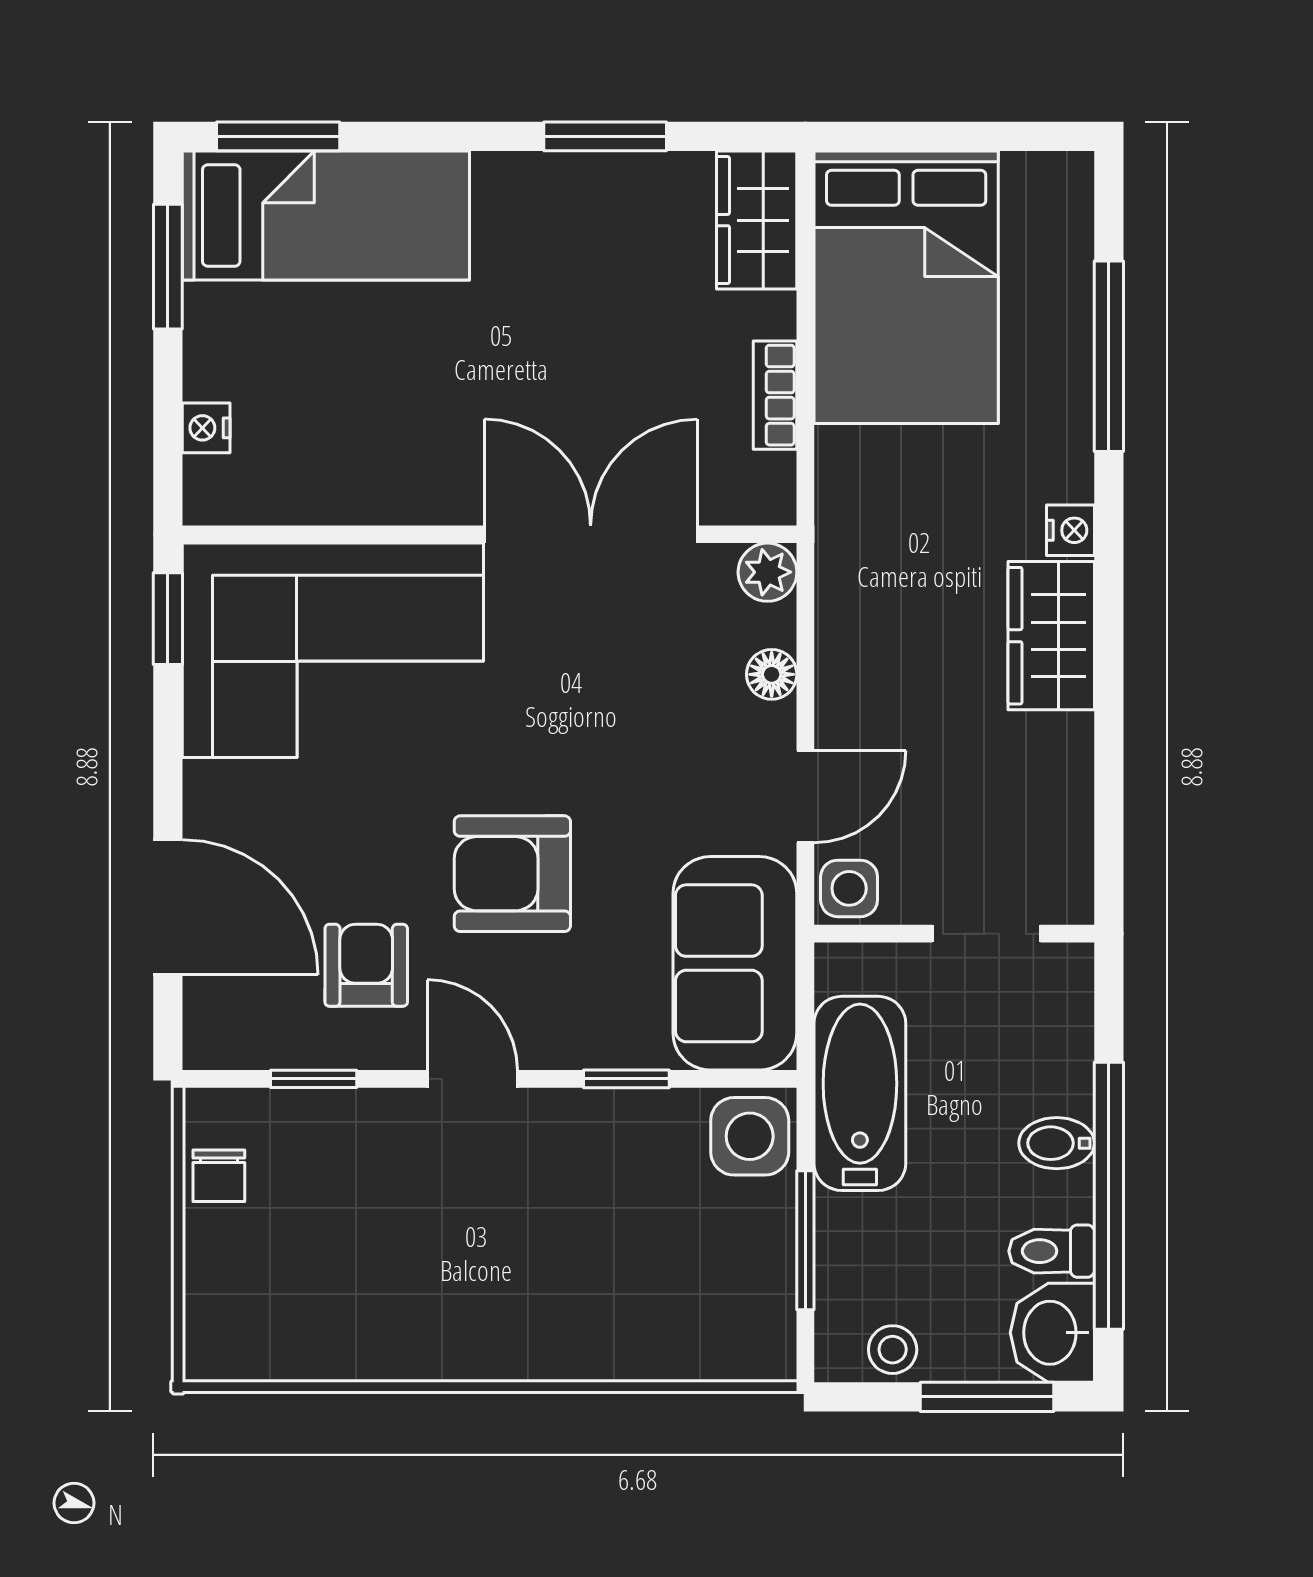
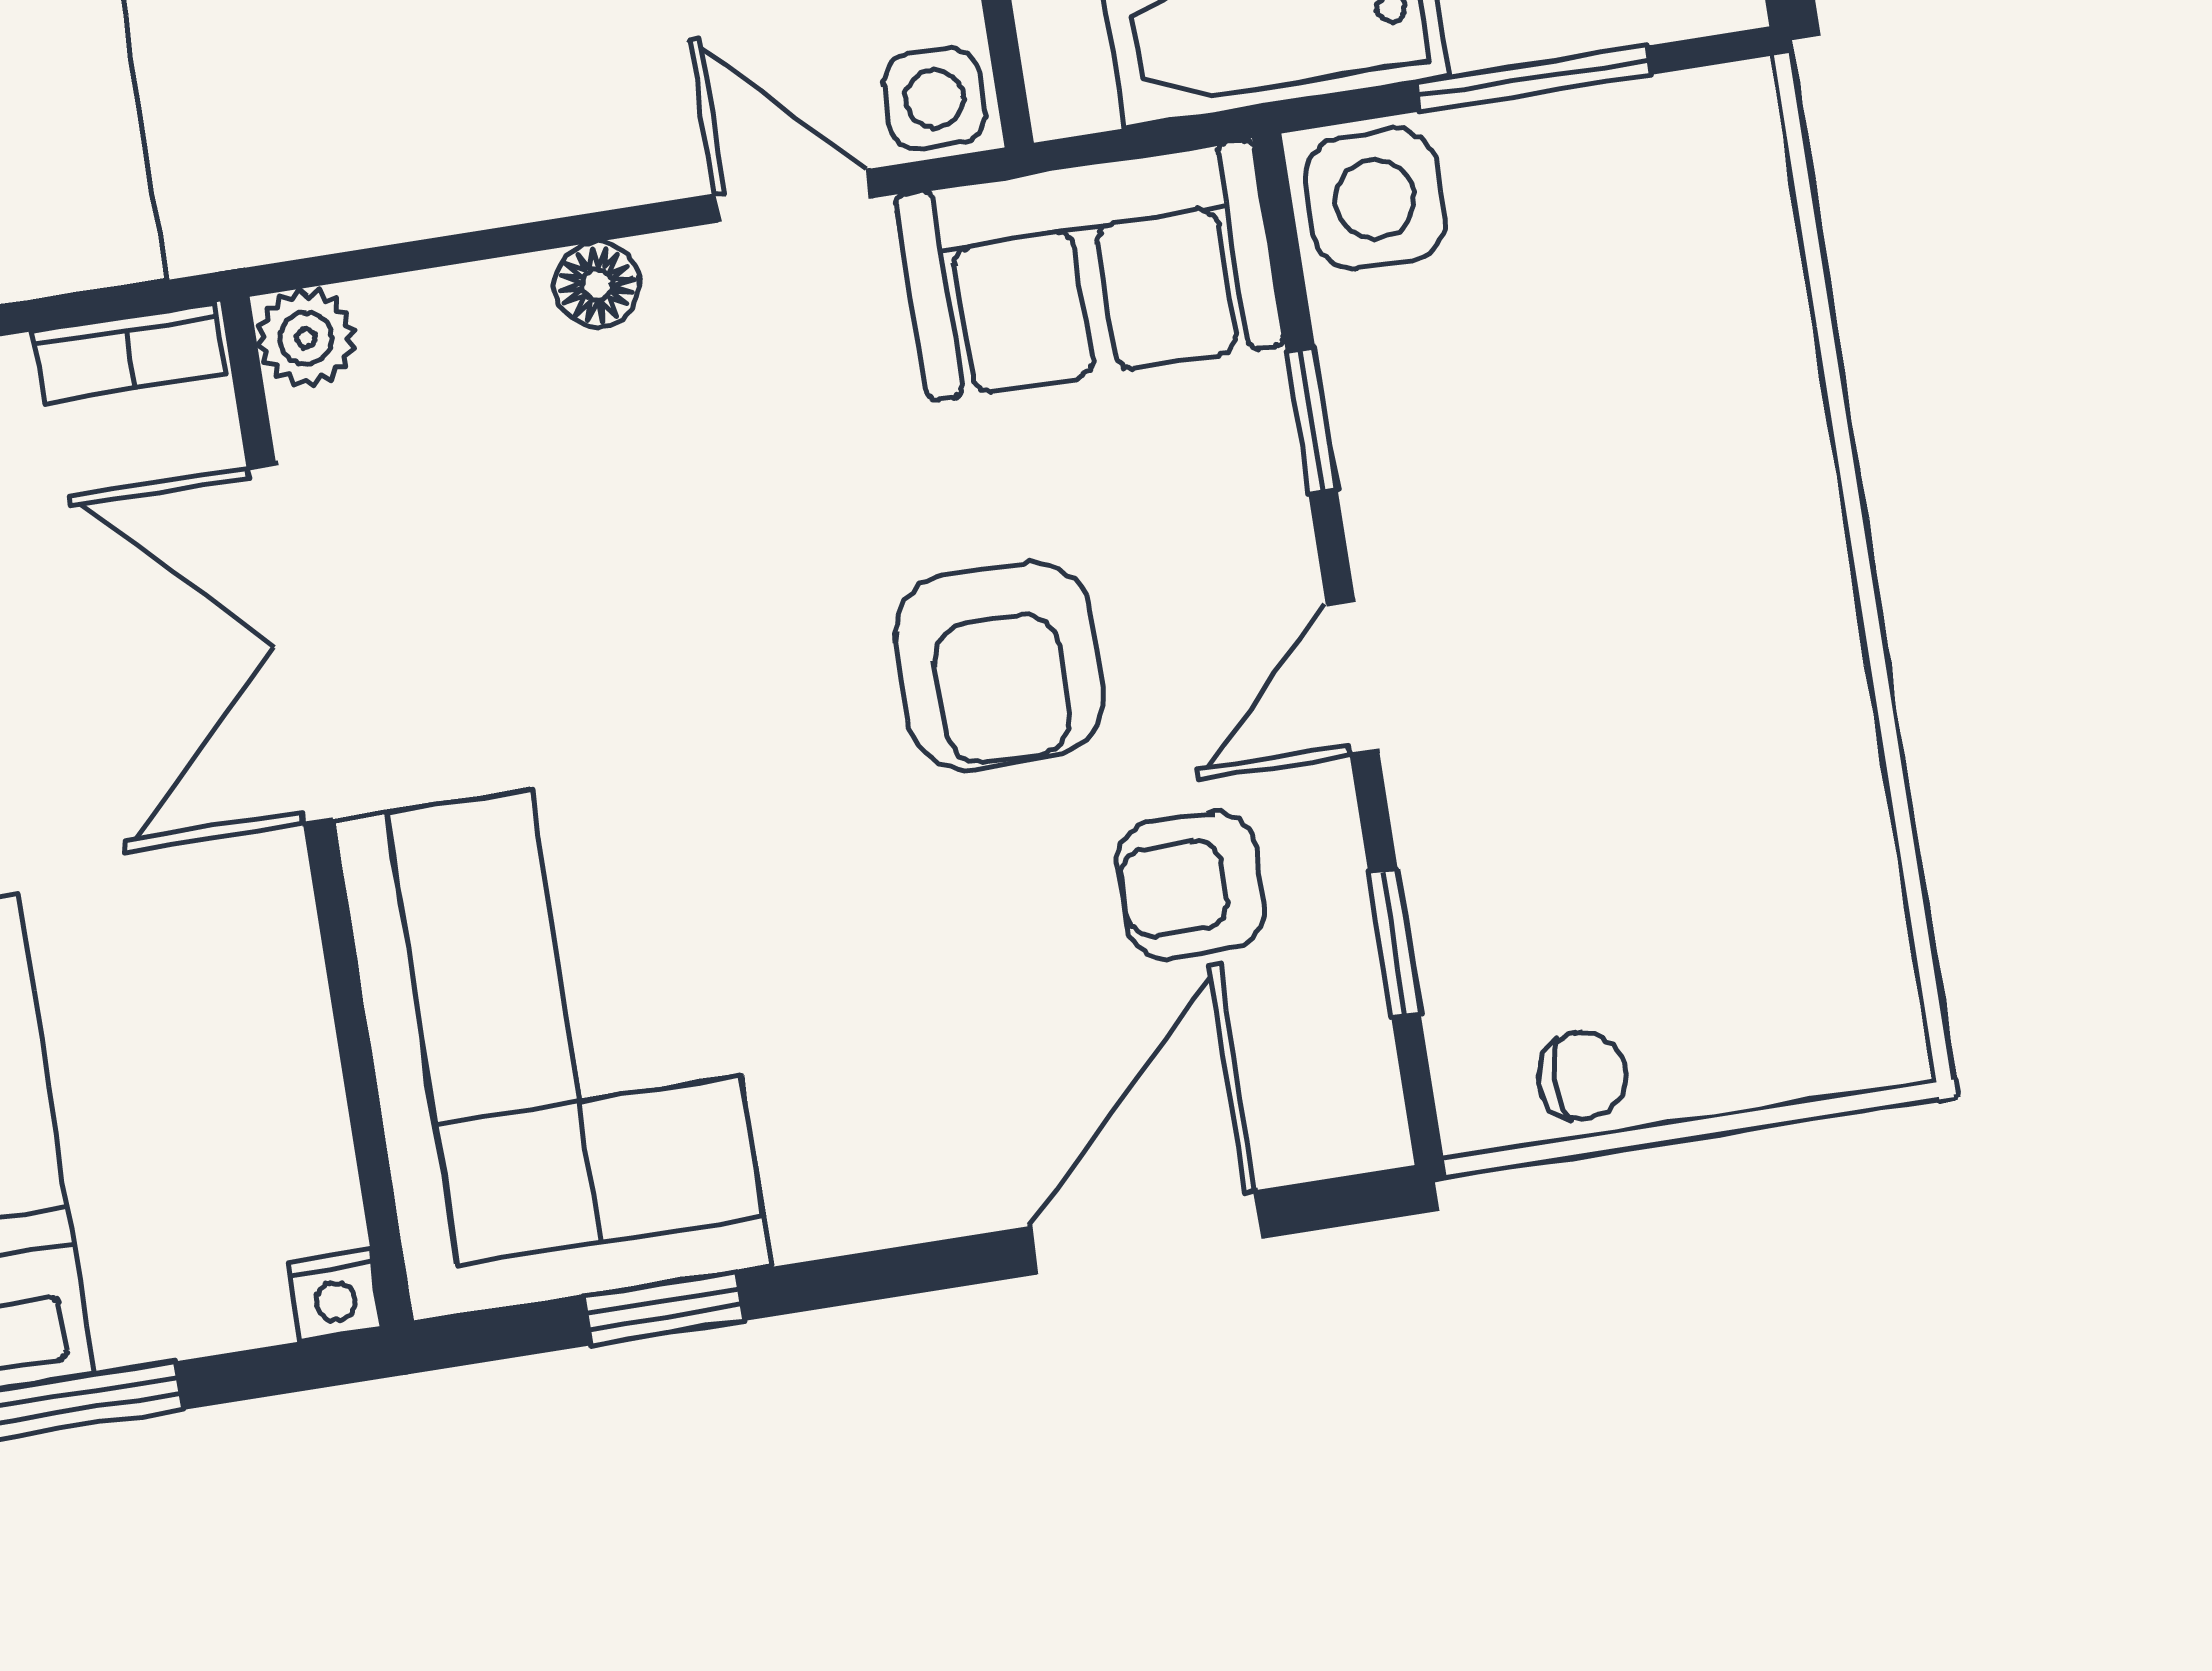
wall: (490, 534) -> (316, 813), moved
double door: (591, 534) -> (289, 644), moved
plant: (767, 572) -> (306, 338), moved
corner sofa: (333, 650) -> (552, 1044), moved

